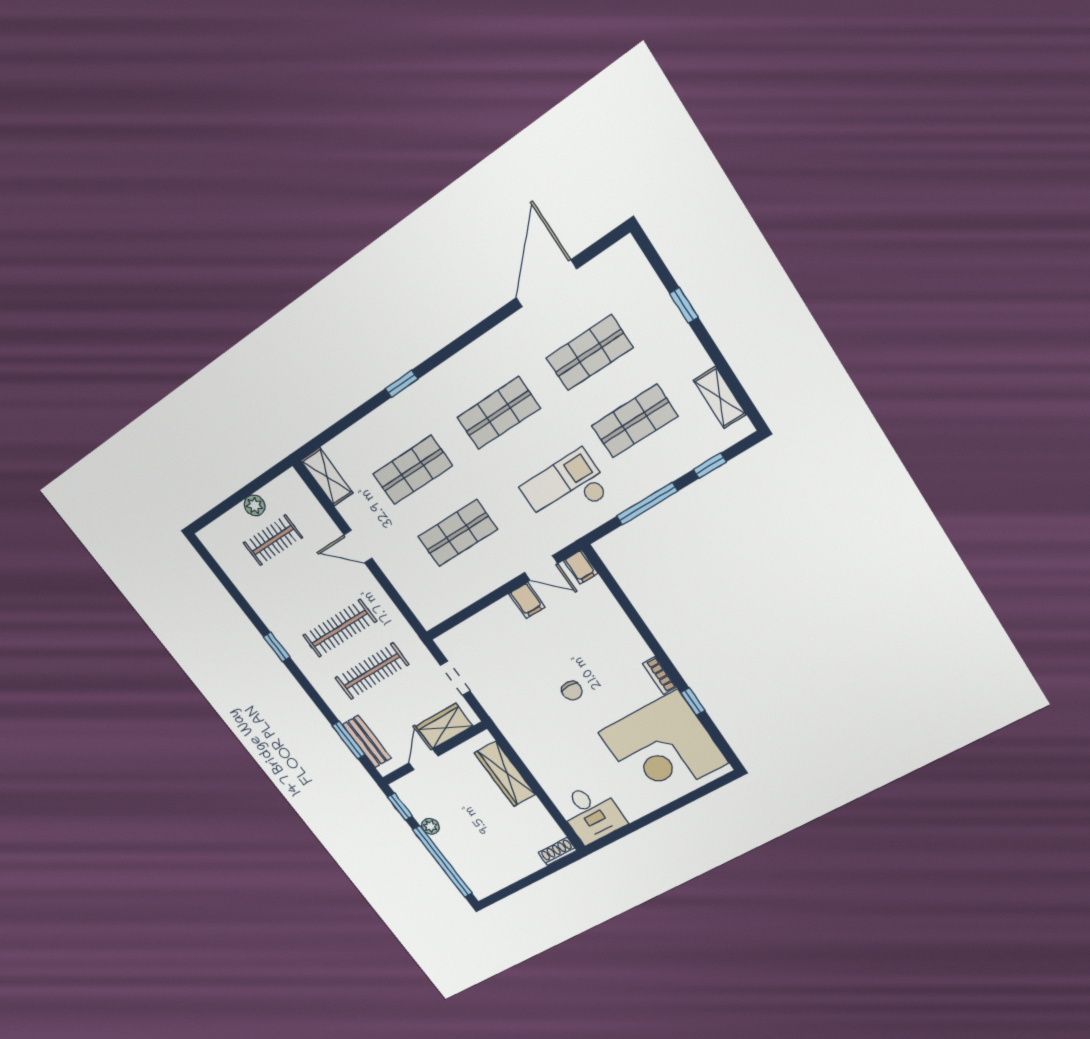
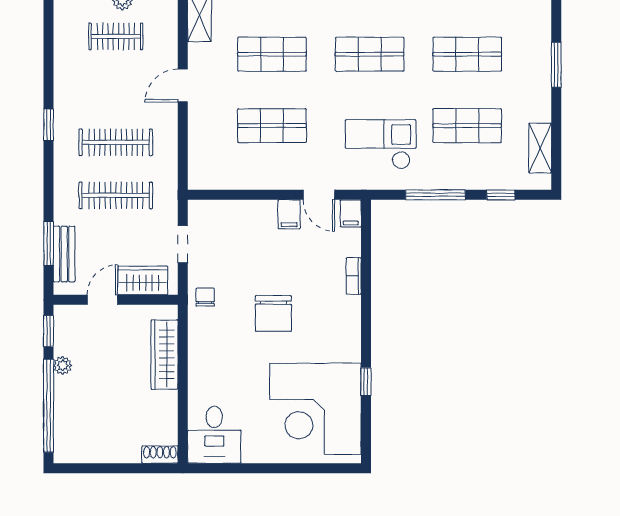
window: (684, 305) -> (556, 65), width x1.50
door: (358, 547) -> (183, 86), hinge flipped
bookcase: (660, 675) -> (354, 276), moved
chair: (572, 691) -> (273, 313), width x1.87, depth x1.87
chair: (505, 710) -> (205, 297), added

